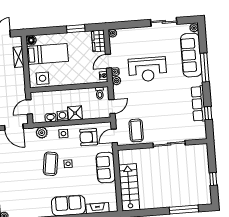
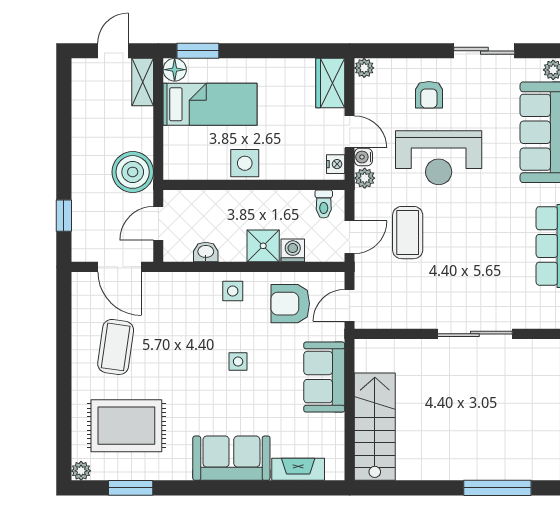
window: (76, 29) -> (198, 51), moved
armchair: (141, 43) -> (429, 95), added
shelving: (19, 57) -> (143, 82), moved
door: (108, 61) -> (350, 132), swing flipped
side table: (43, 78) -> (245, 163), moved
boiler: (16, 86) -> (133, 172), added
washing machine: (62, 116) -> (293, 250), moved
coffee table: (136, 130) -> (408, 233), moved
plant: (42, 133) -> (183, 285), removed
coffee table: (51, 164) -> (116, 347), moved
rug: (22, 195) -> (126, 426), added

